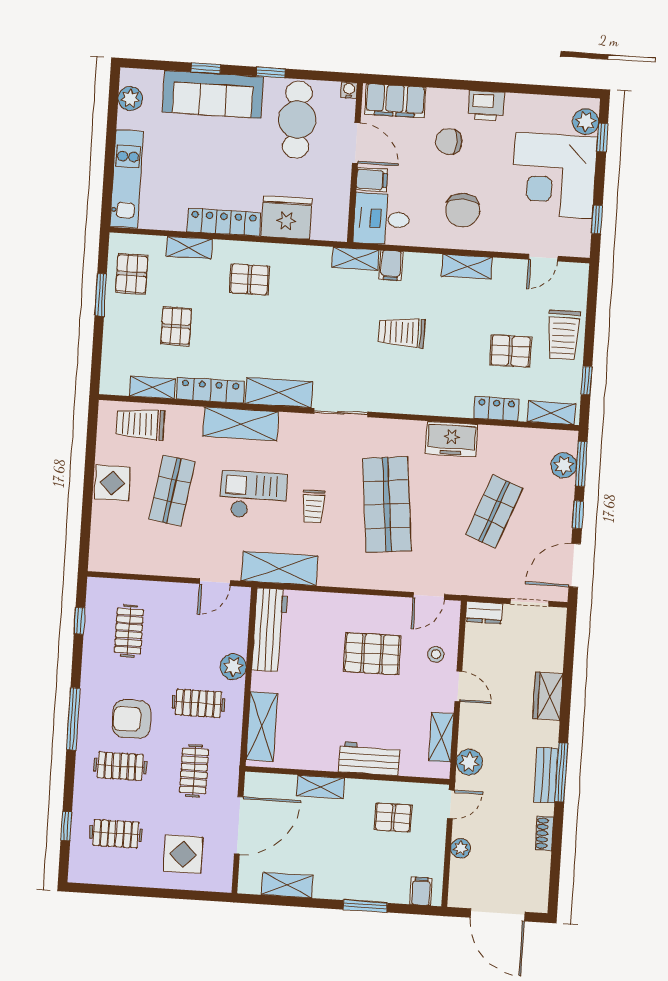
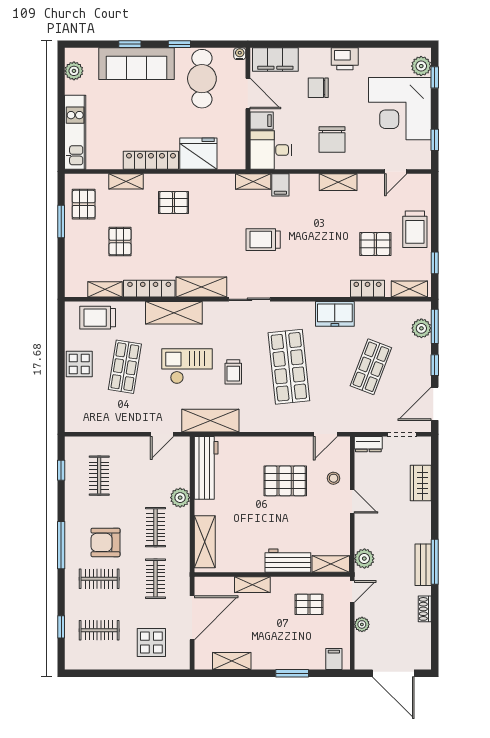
trolley: (402, 332) -> (263, 240), moved
wardrobe: (548, 696) -> (421, 483), moved
clothes rail: (198, 703) -> (155, 527), turned 90
shelving: (441, 737) -> (331, 564), moved, turned 90

